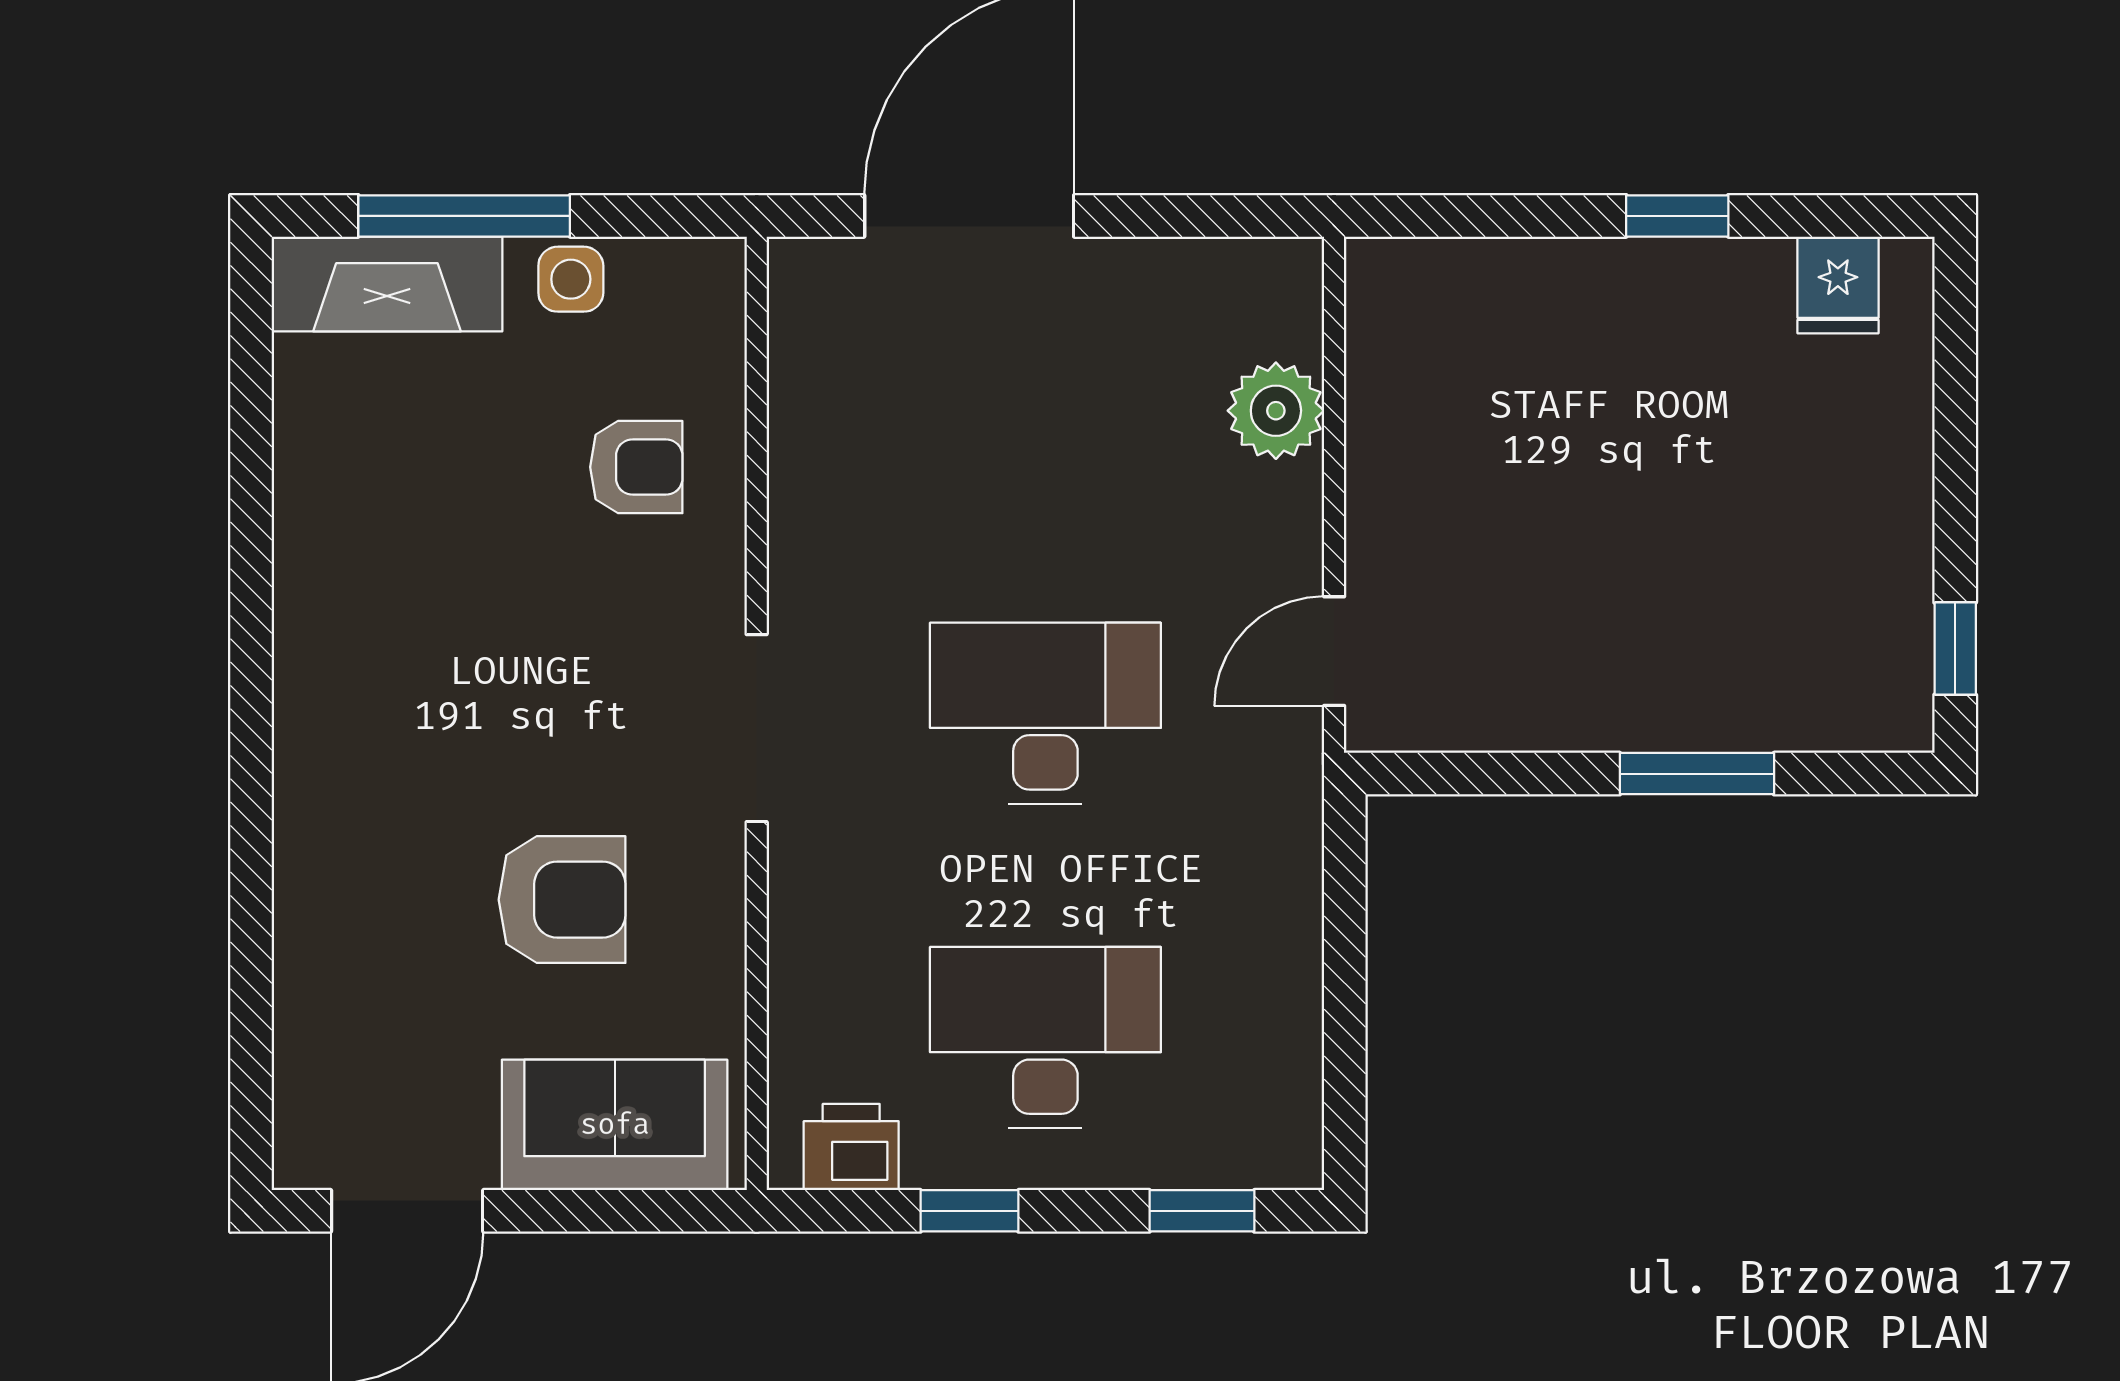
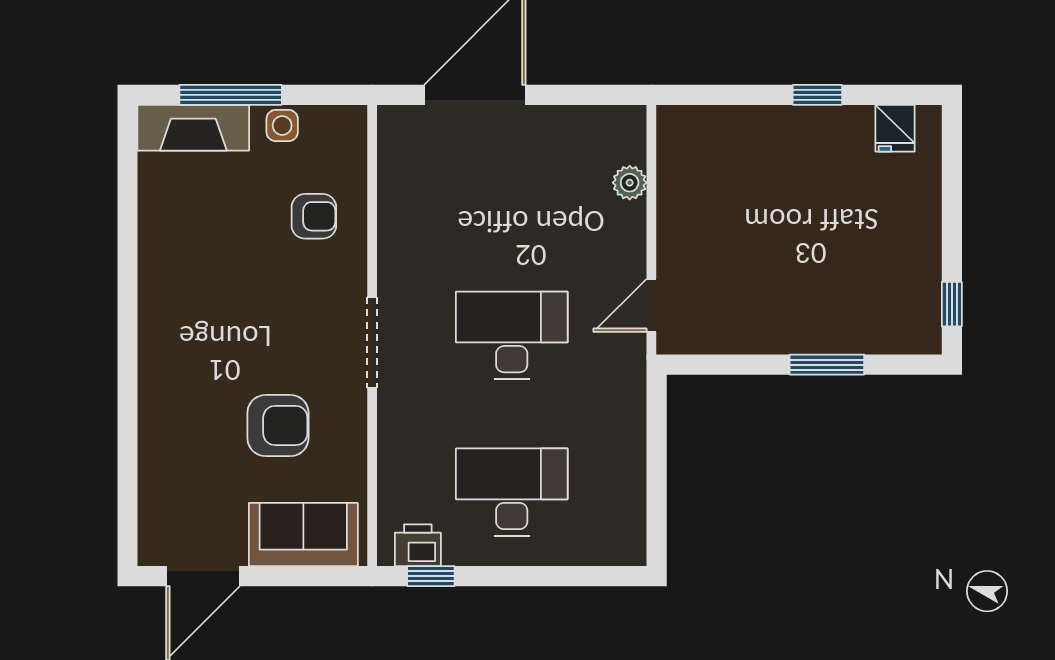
plant: (1276, 411) -> (630, 183), width x0.73, depth x0.73
window: (970, 1211) -> (431, 576), moved
window: (1202, 1211) -> (587, 576), removed

